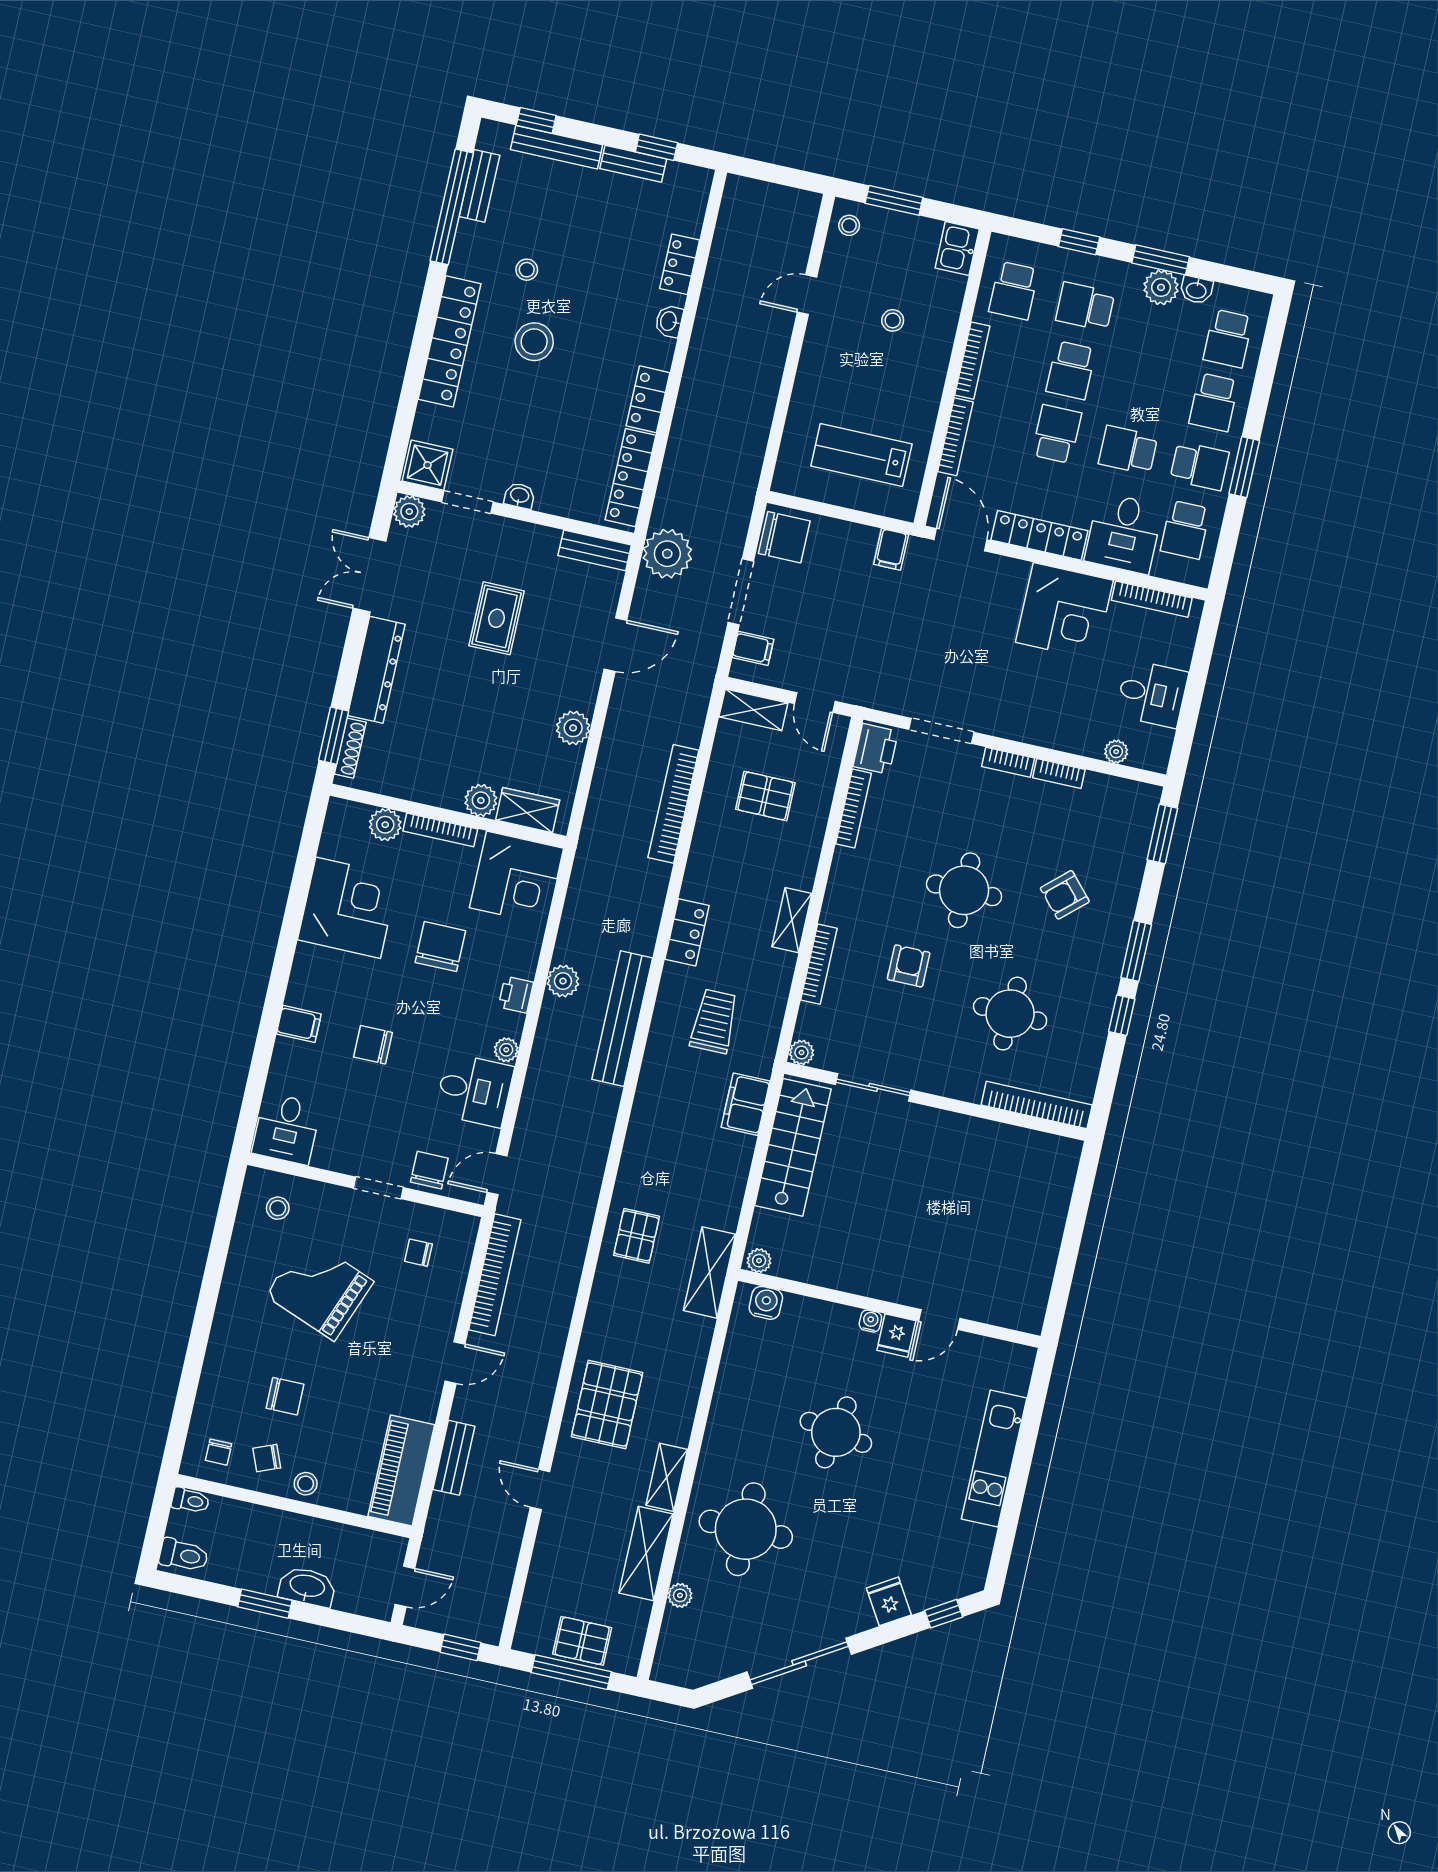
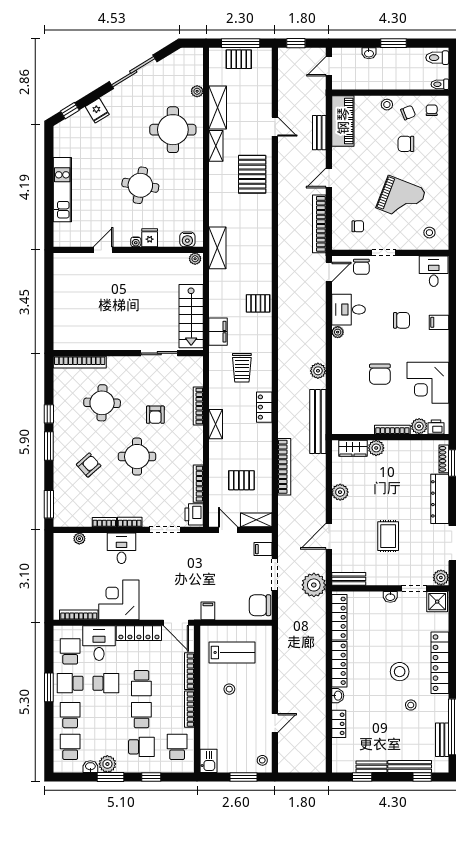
stool: (893, 320) -> (229, 689), moved
locker: (648, 399) -> (339, 664), width x1.53
desk: (1152, 694) -> (122, 548), moved, turned 90
corner desk: (517, 878) -> (351, 415), removed
printer: (516, 995) -> (436, 427), moved, turned -90
bench: (622, 1019) -> (318, 421), moved
plant: (801, 1052) -> (197, 362), removed
pallet: (637, 1236) -> (258, 303), moved, turned 90
fridge: (896, 1336) -> (150, 238), moved
washbasin: (307, 1587) -> (369, 53), width x0.52, depth x0.69

